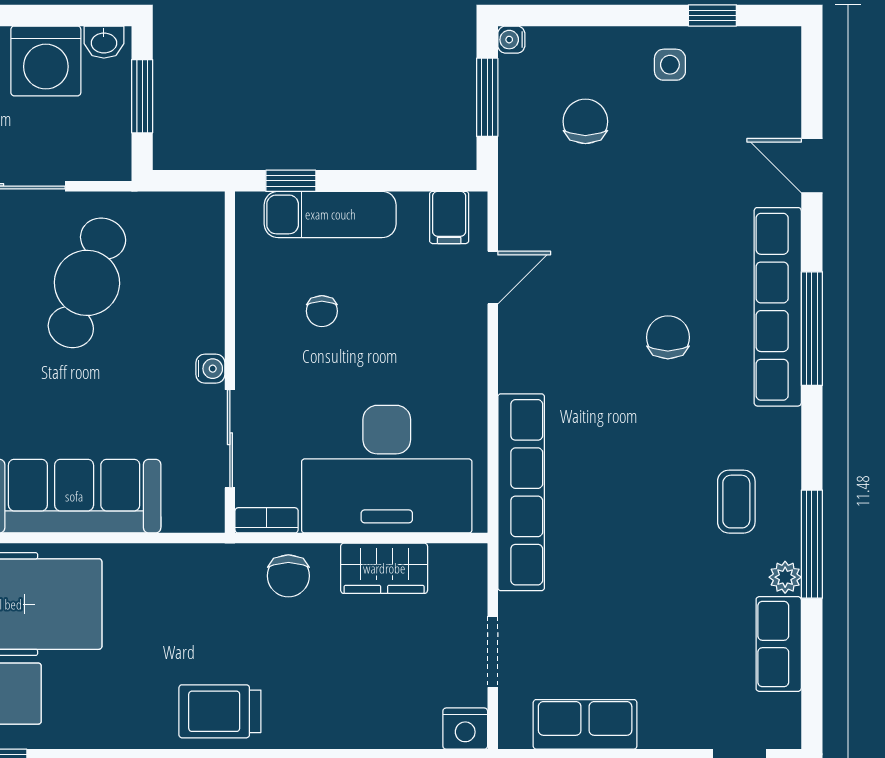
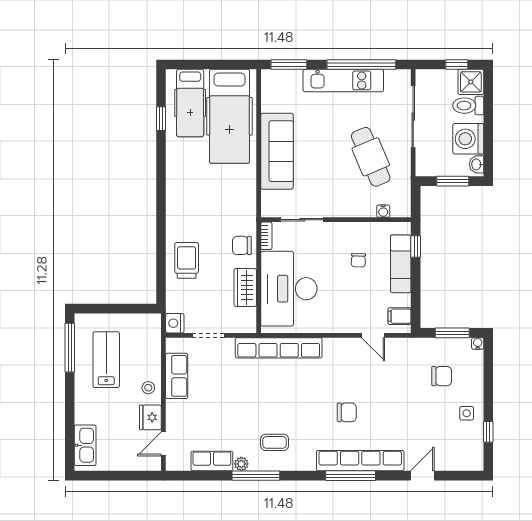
cafe table: (87, 283) -> (371, 157), turned 47
chair: (322, 311) -> (358, 260), turned -88
water cooler: (210, 369) -> (383, 211), moved
trolley: (220, 711) -> (187, 260), moved

